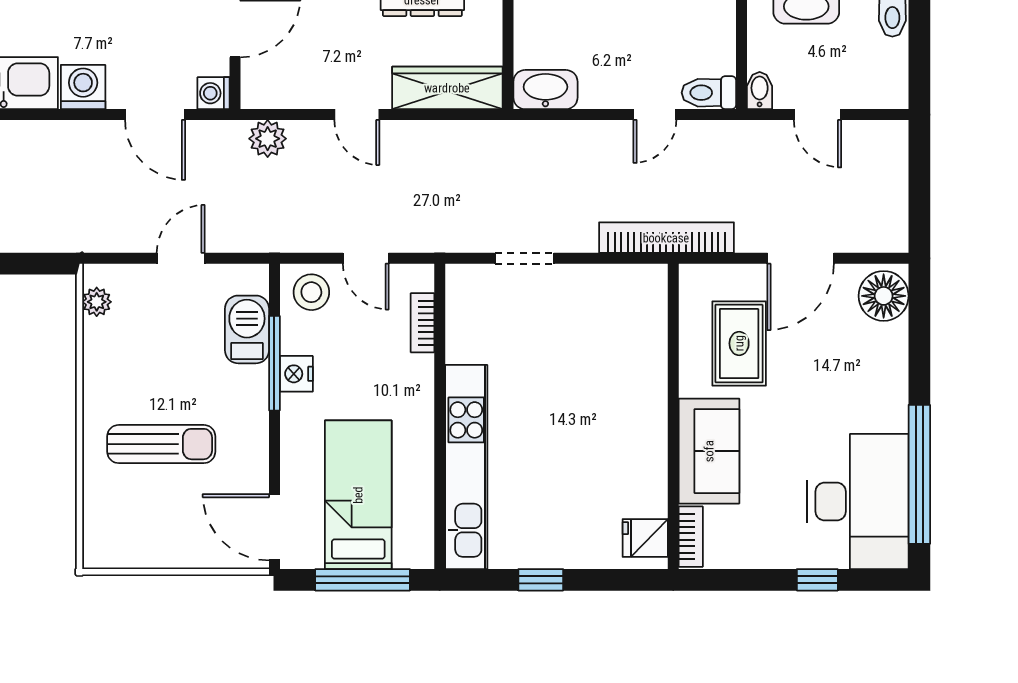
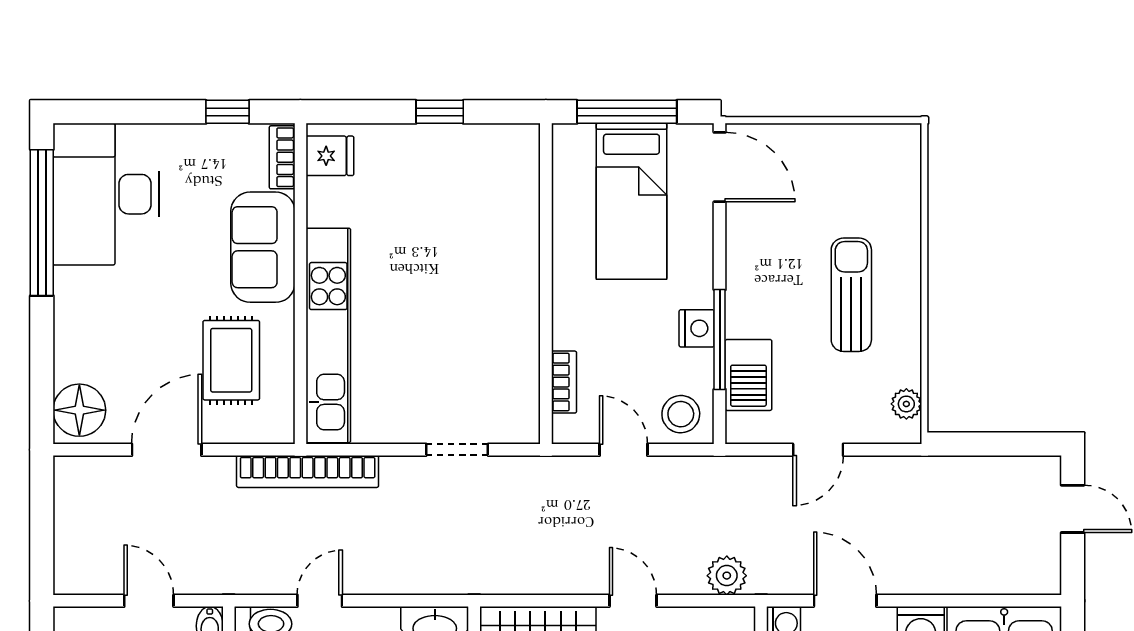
sun lounger: (161, 444) -> (851, 295), moved, turned 90
kitchen unit: (466, 467) -> (328, 335), moved, turned 180
window: (817, 580) -> (227, 112), moved

